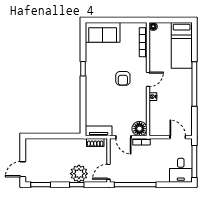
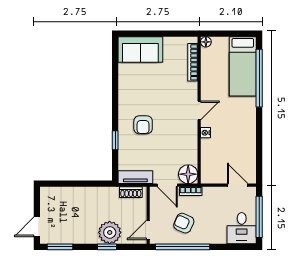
window: (83, 69) -> (115, 140), moved
armchair: (123, 78) -> (143, 125), moved
window: (194, 84) -> (259, 78), moved
armchair: (136, 166) -> (184, 223), added

